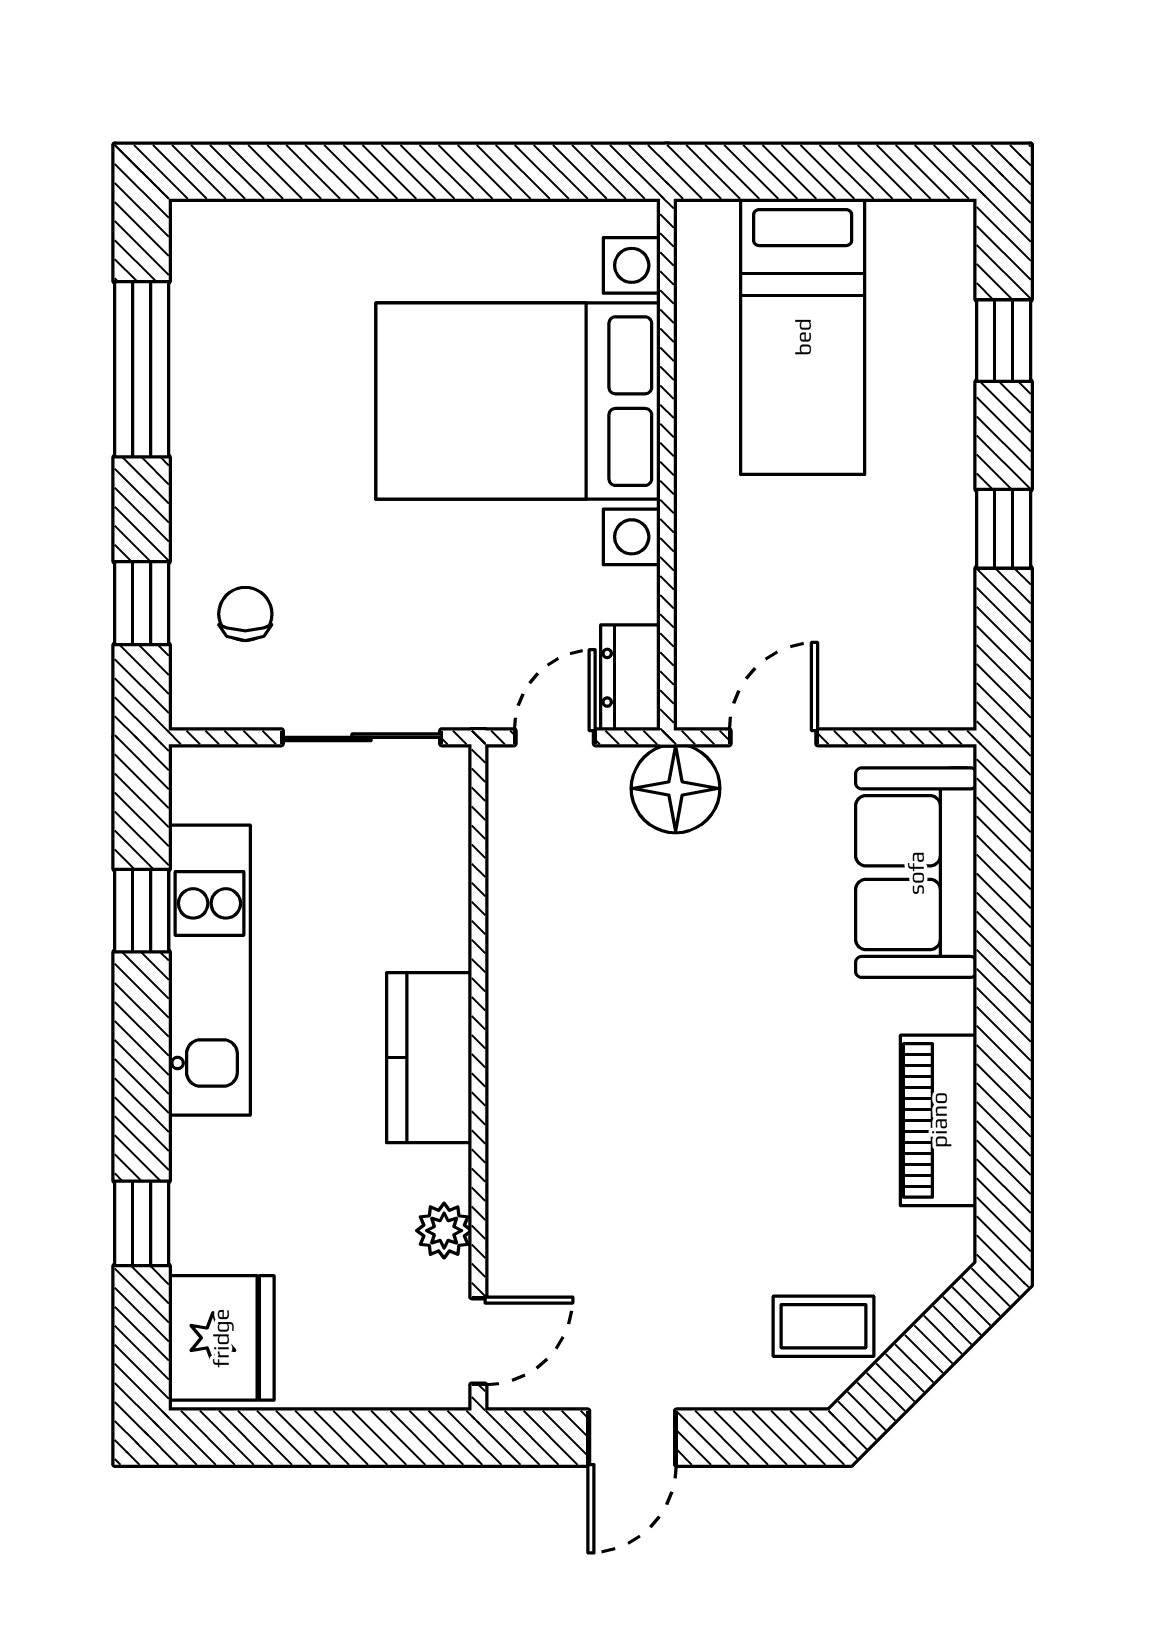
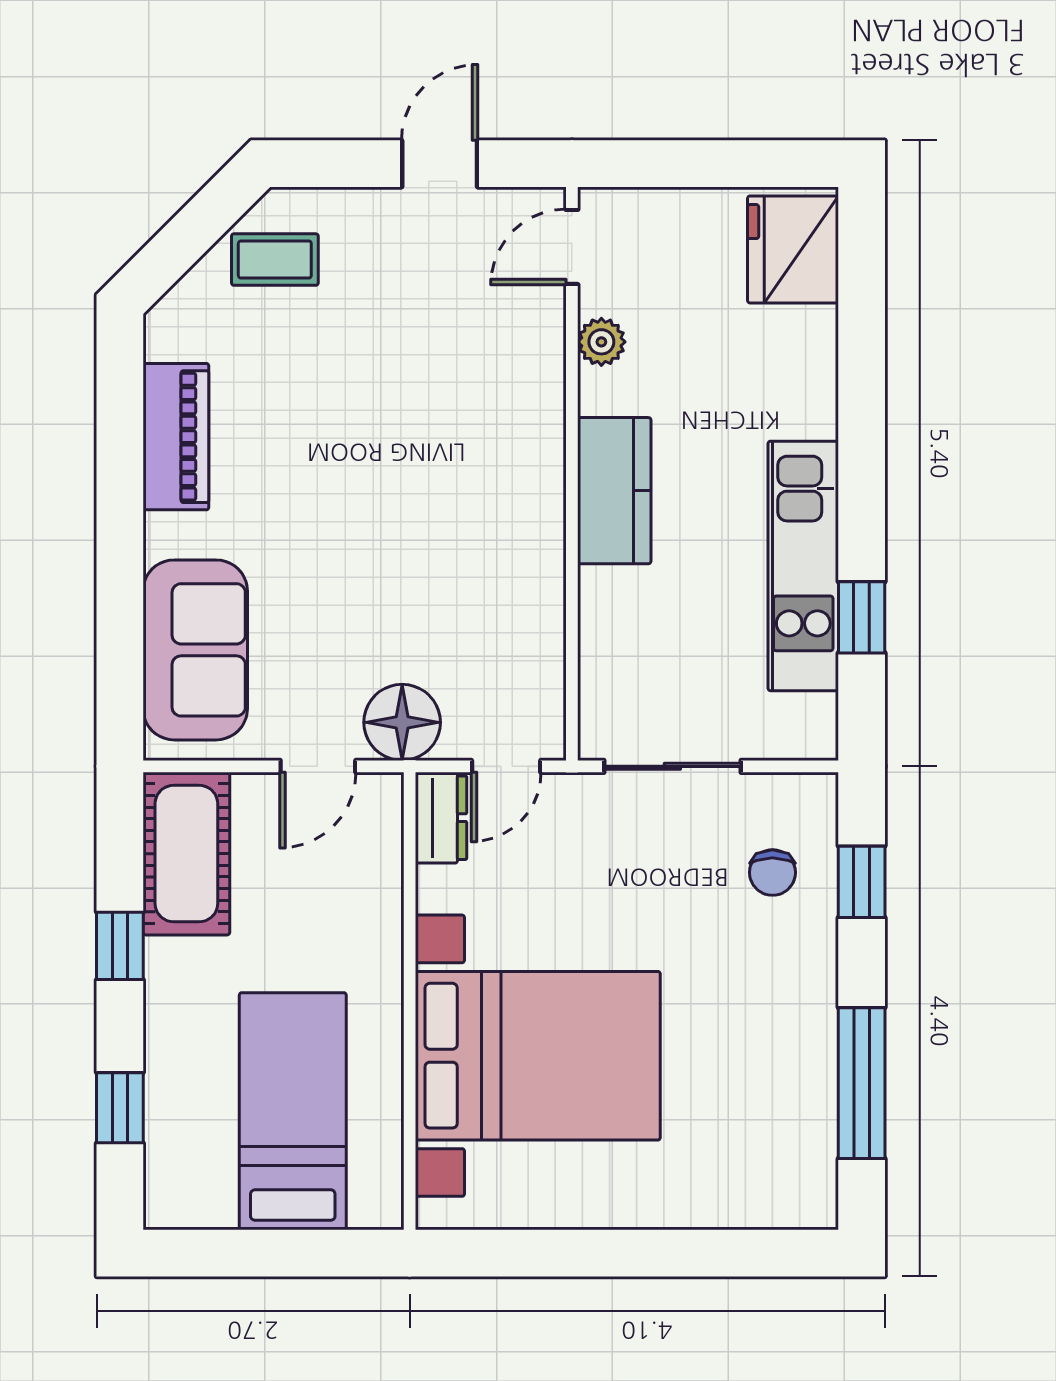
cot: (926, 636) -> (186, 854), added
window: (142, 1223) -> (862, 348), removed

